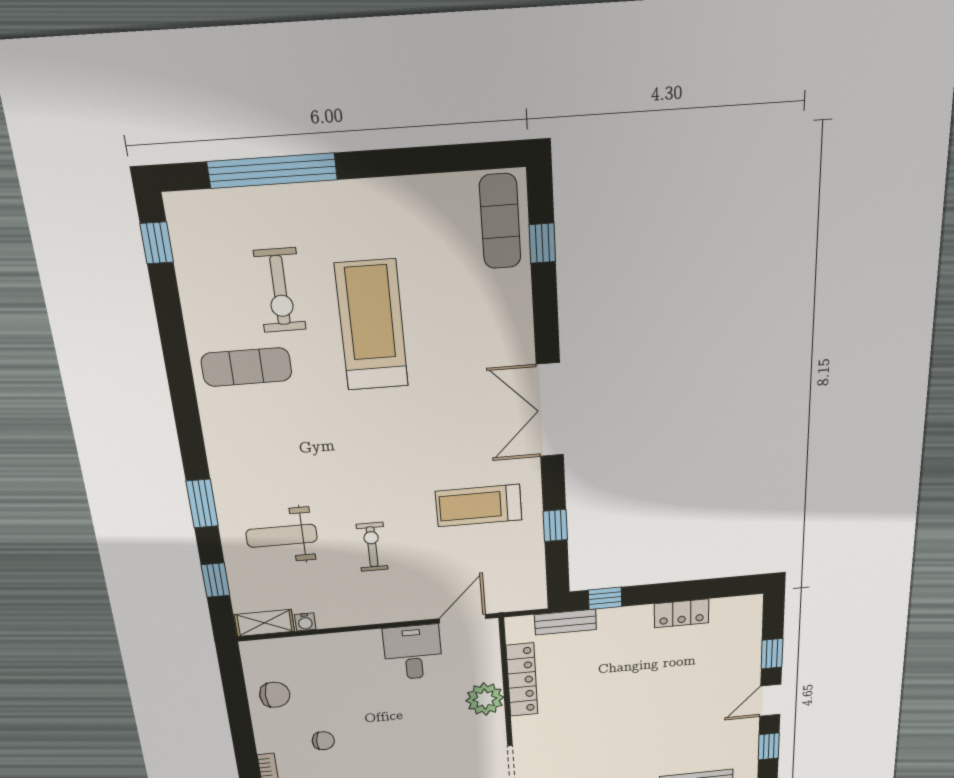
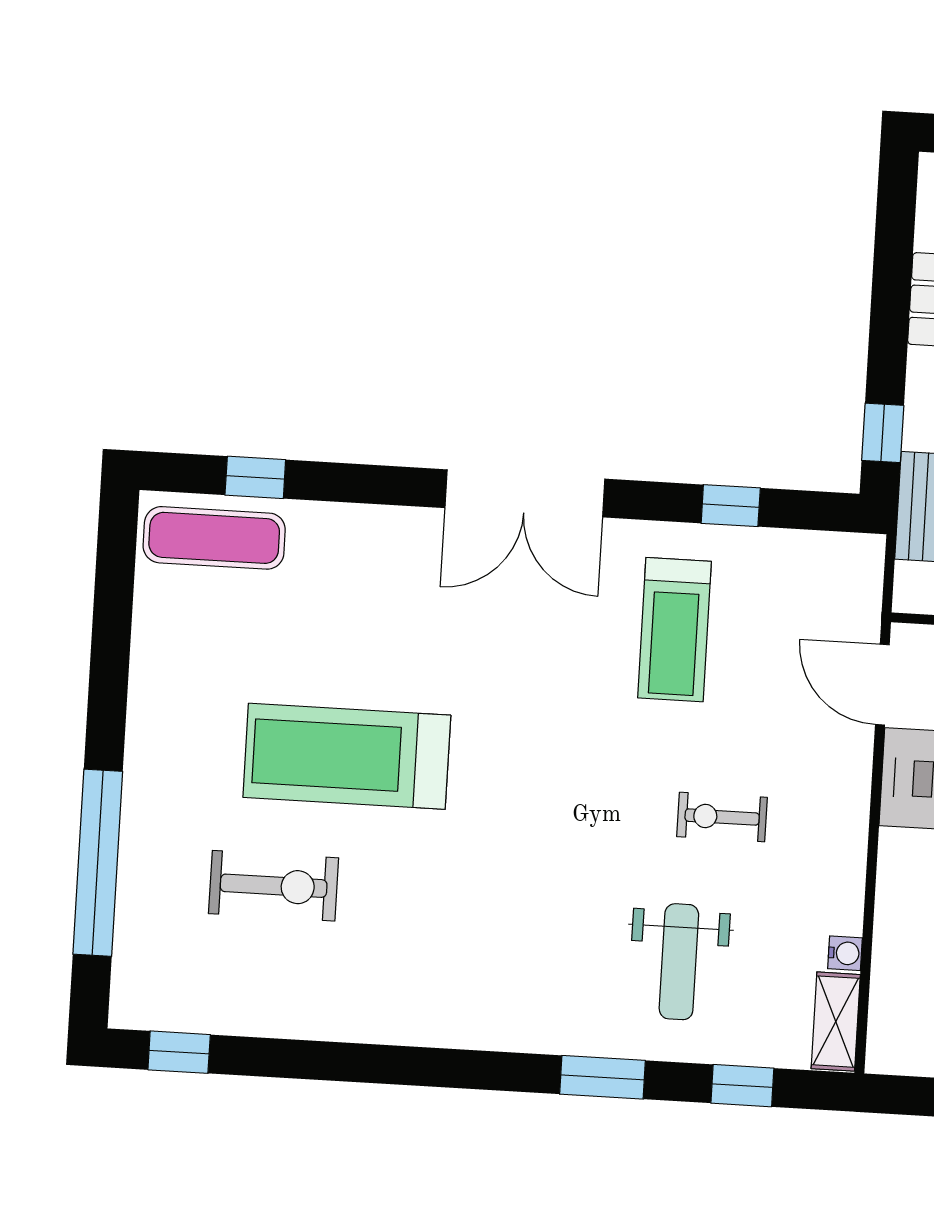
exercise mat: (246, 367) -> (386, 960), removed

